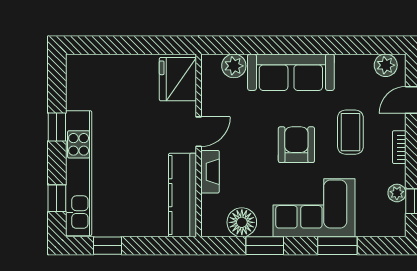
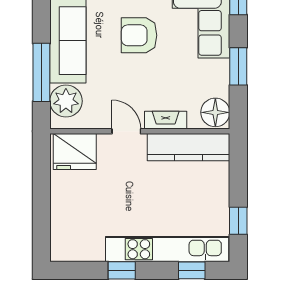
window: (259, 45) -> (41, 72), added
plant: (234, 66) -> (66, 101), width x1.36, depth x1.36
floor lamp: (242, 222) -> (215, 112), moved

